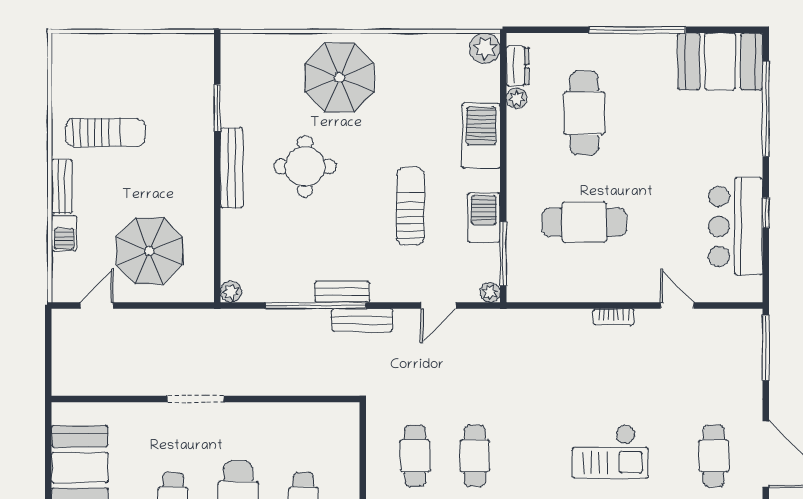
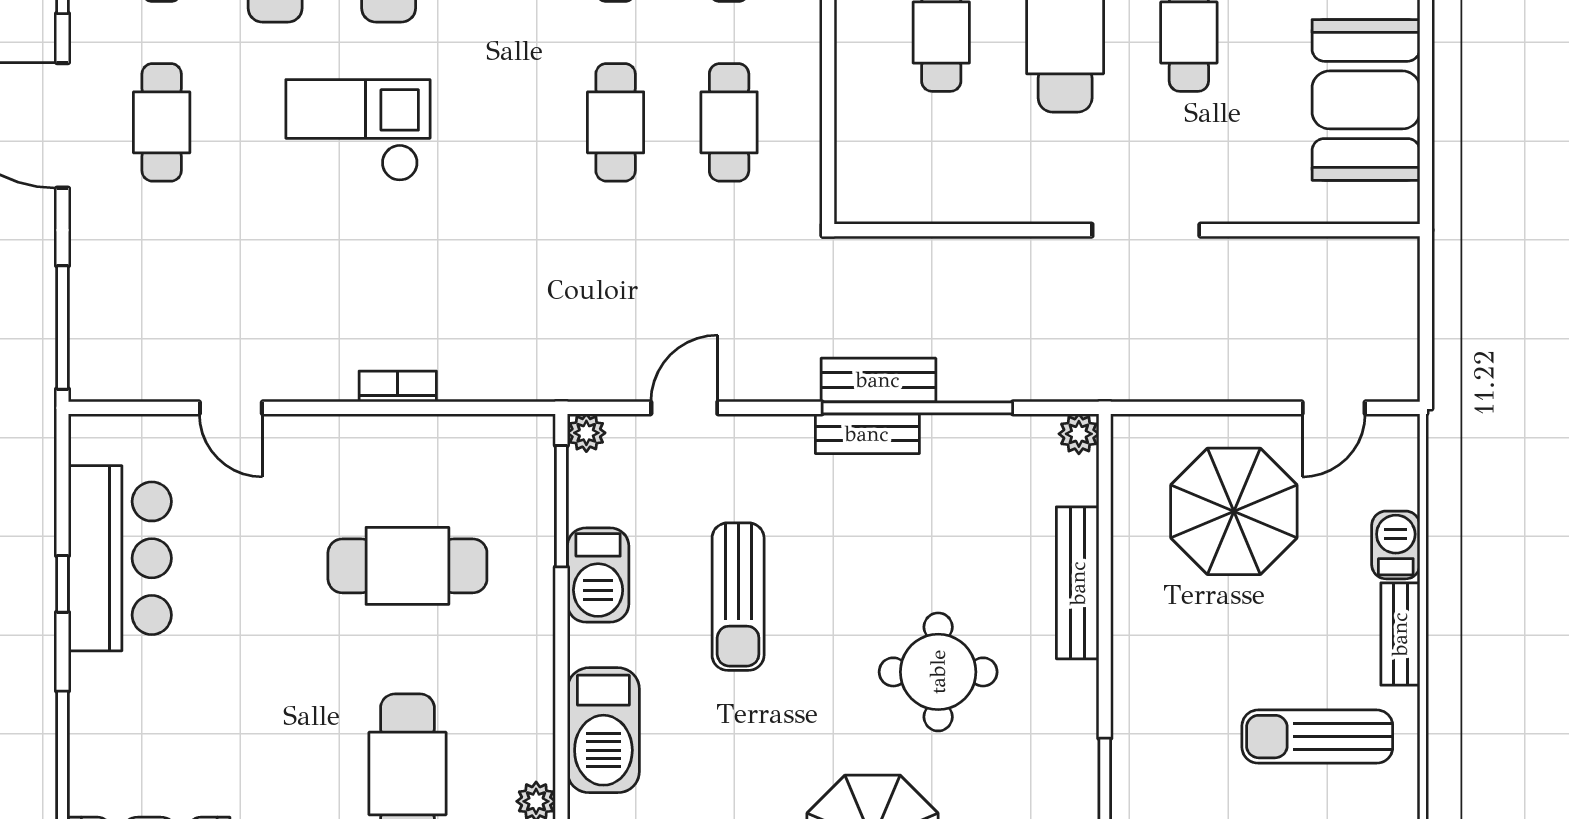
bench: (232, 168) -> (1078, 583), moved
bookcase: (613, 317) -> (398, 386), moved
bench: (362, 320) -> (878, 380), moved

